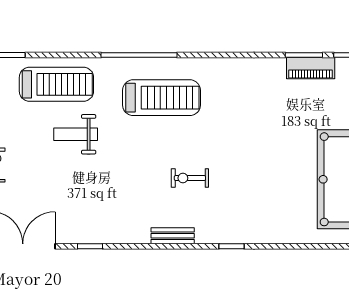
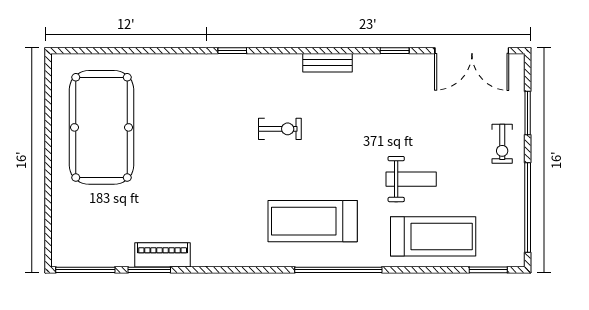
piano: (311, 68) -> (163, 255), moved
treadmill: (56, 84) -> (433, 236), turned 180
bench: (173, 236) -> (328, 63), moved

